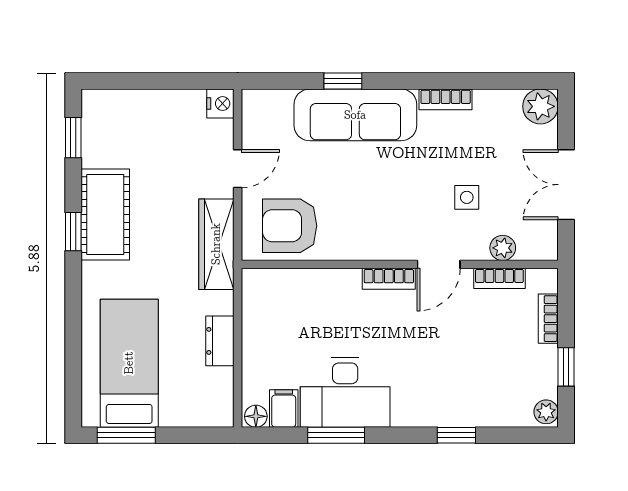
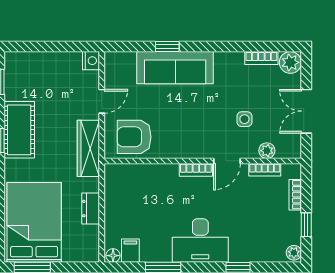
bookcase: (446, 99) -> (261, 58), moved
bed: (129, 363) -> (34, 222), width x1.50
desk: (345, 392) -> (200, 241), moved

